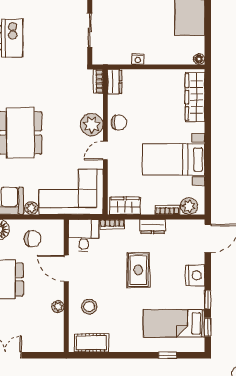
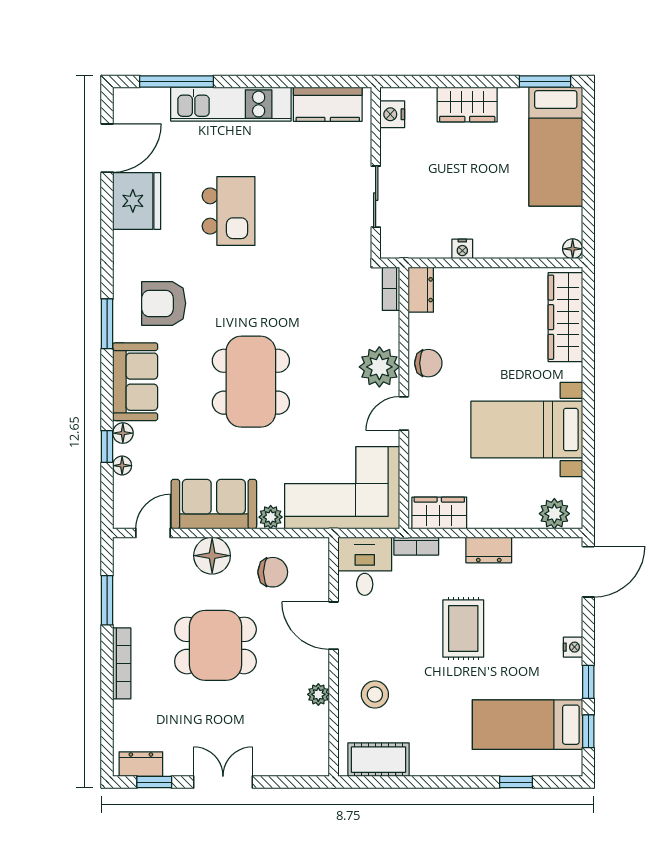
bookcase: (167, 210) -> (515, 520), removed
nightstand: (195, 275) -> (573, 647), width x0.53, depth x0.56

